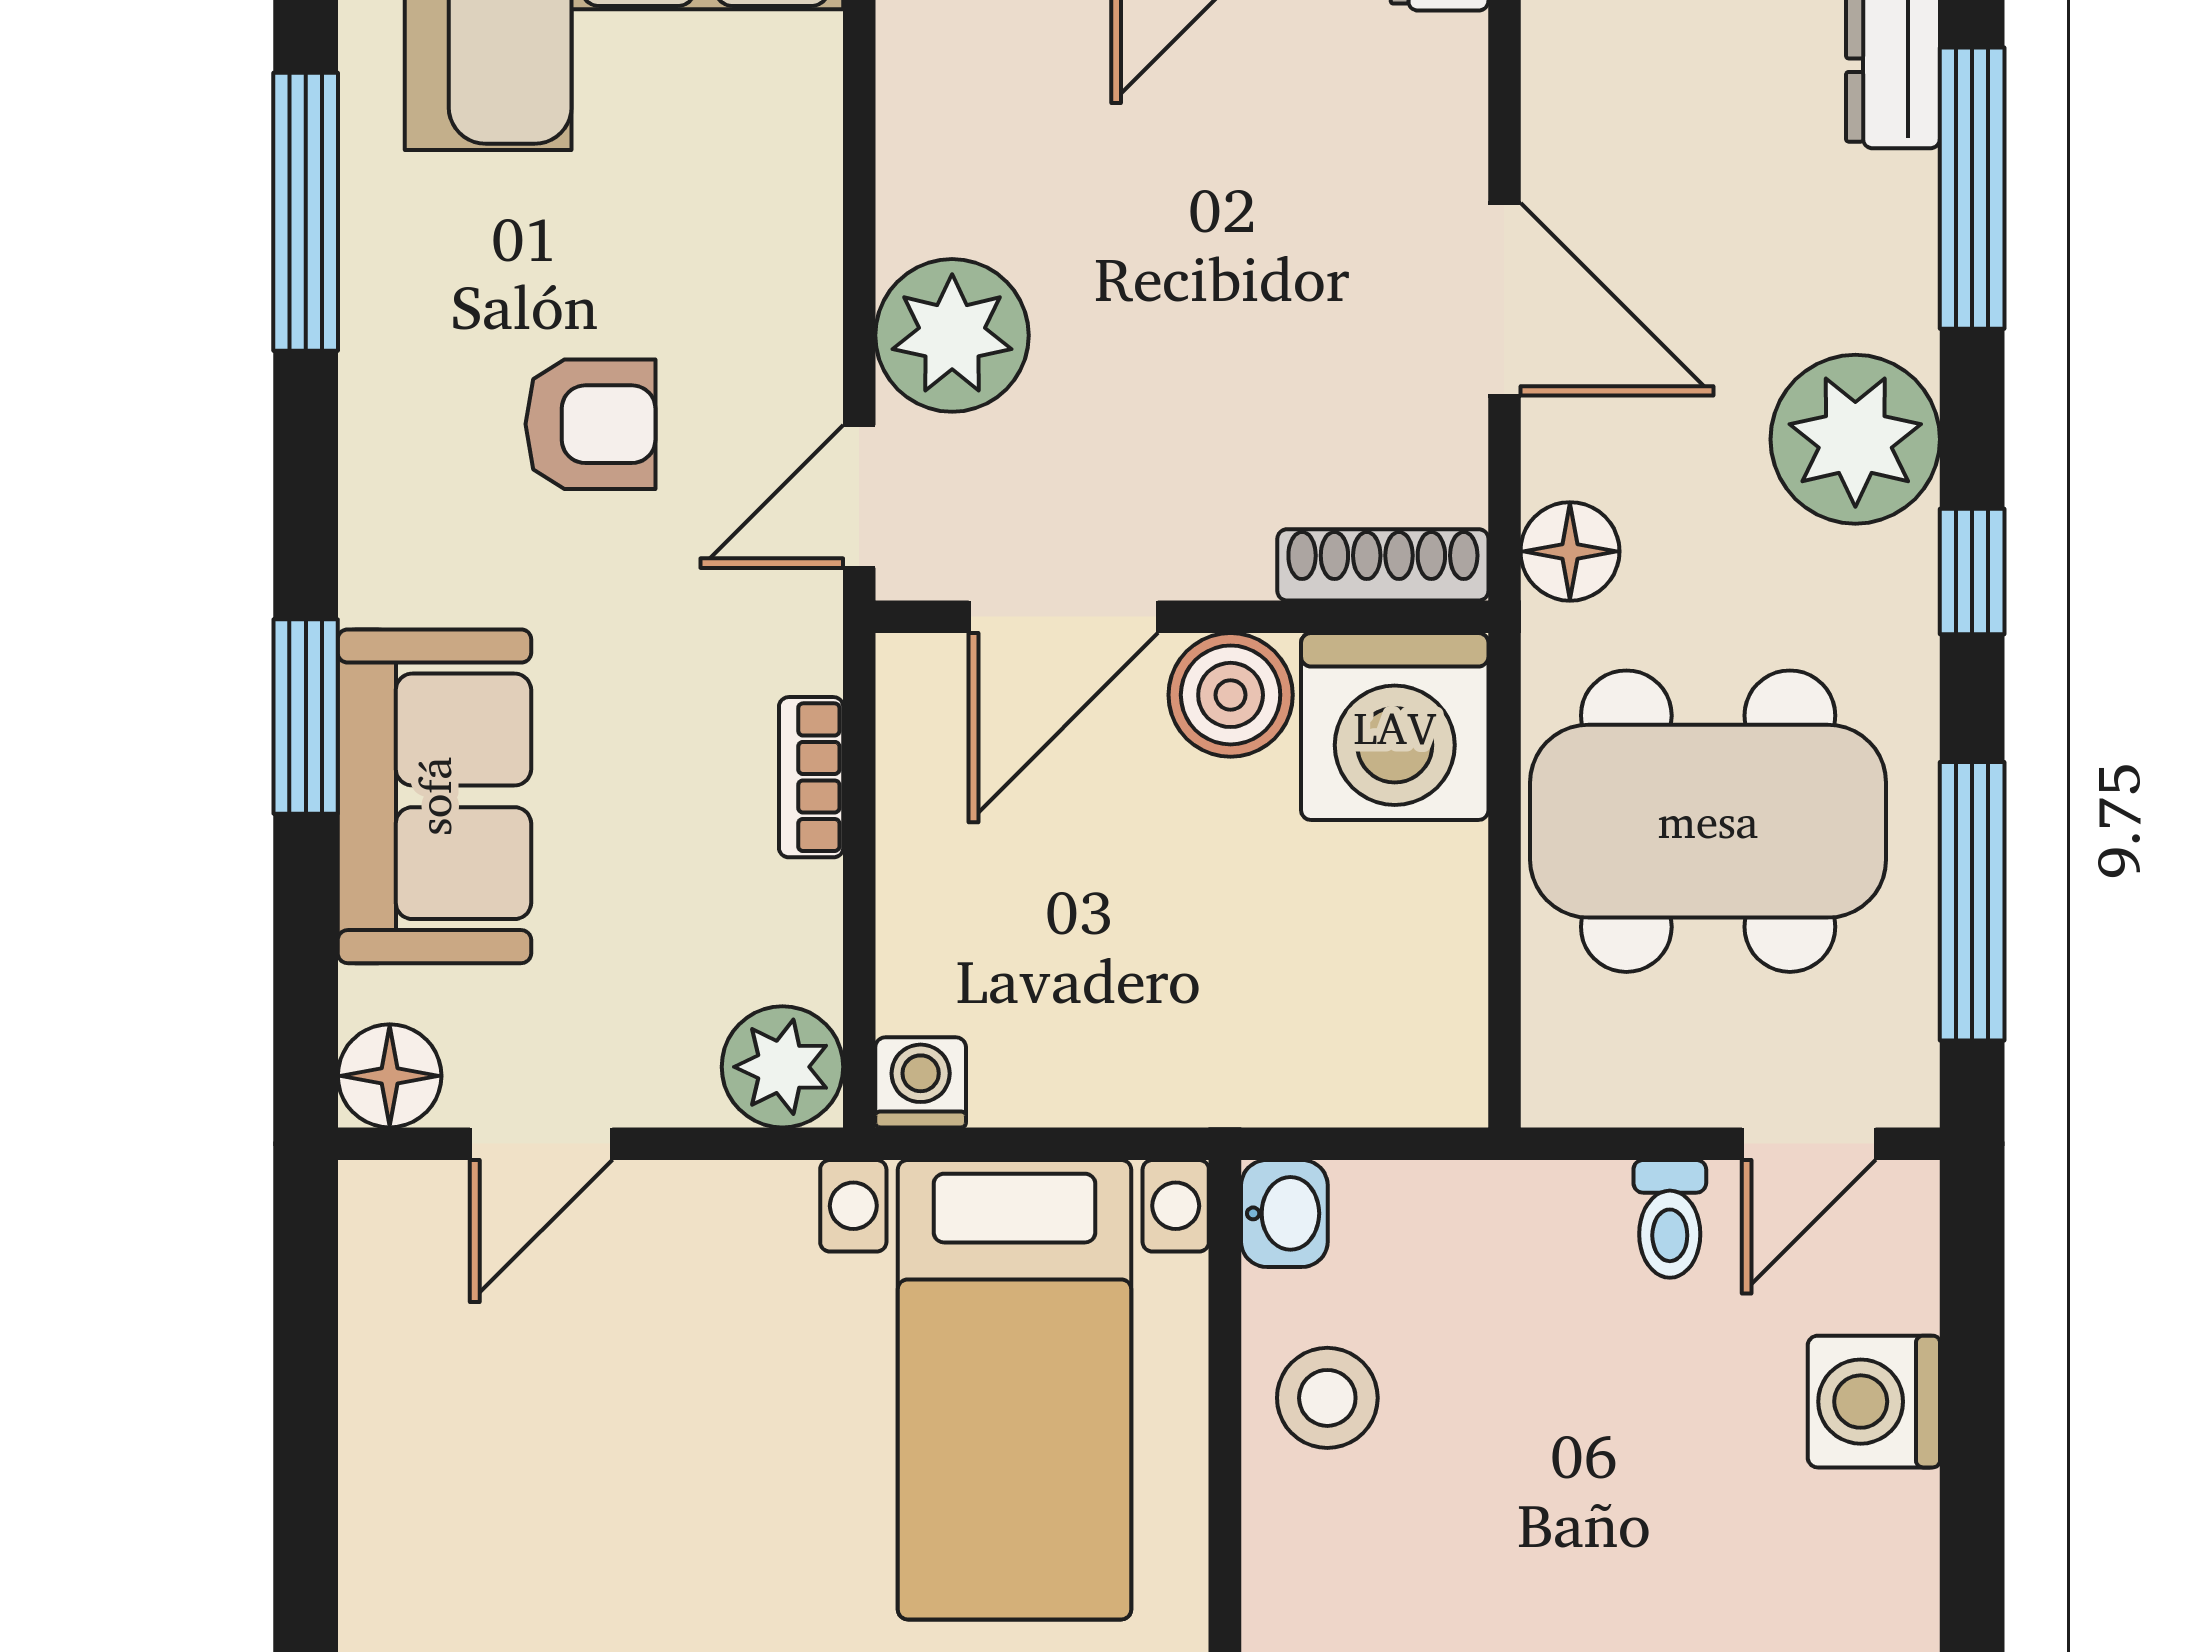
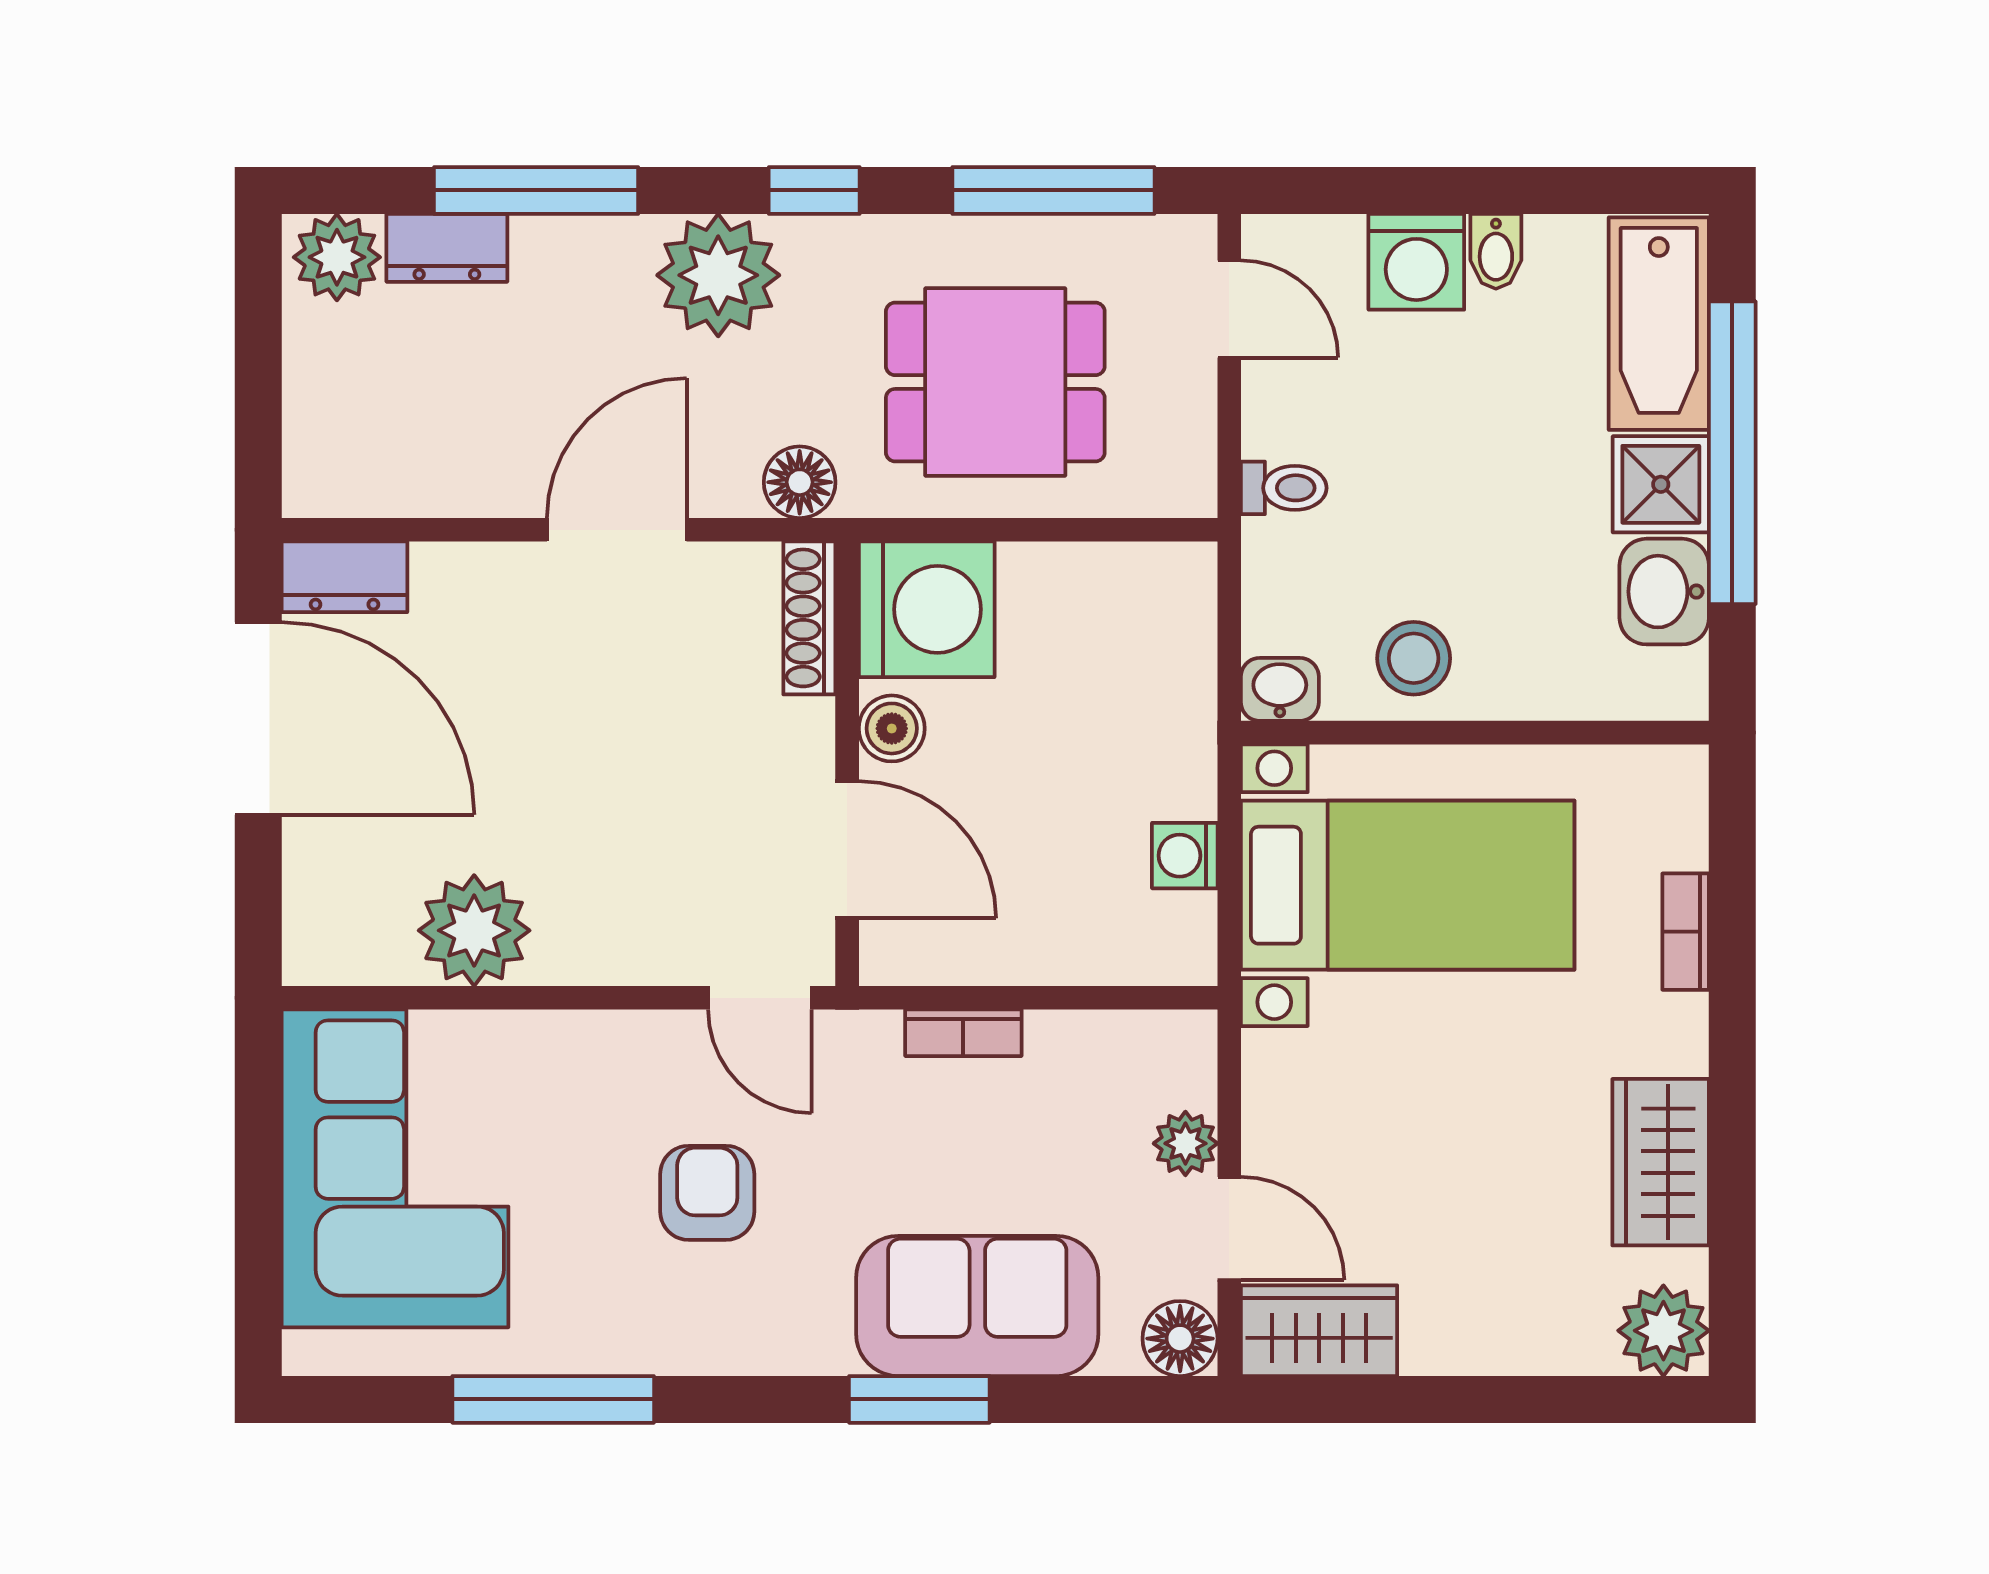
plant: (952, 335) -> (474, 930), moved
boiler: (1231, 695) -> (892, 728), width x0.73, depth x0.73
dining table: (1708, 821) -> (995, 382), width x0.73
plant: (782, 1067) -> (1185, 1143), moved, width x0.73, depth x0.73
washing machine: (921, 1082) -> (1185, 856), moved
toilet: (1670, 1219) -> (1284, 488), moved
wardrobe: (400, 1268) -> (1319, 1331), added
bidet: (1888, 1511) -> (1496, 251), added

